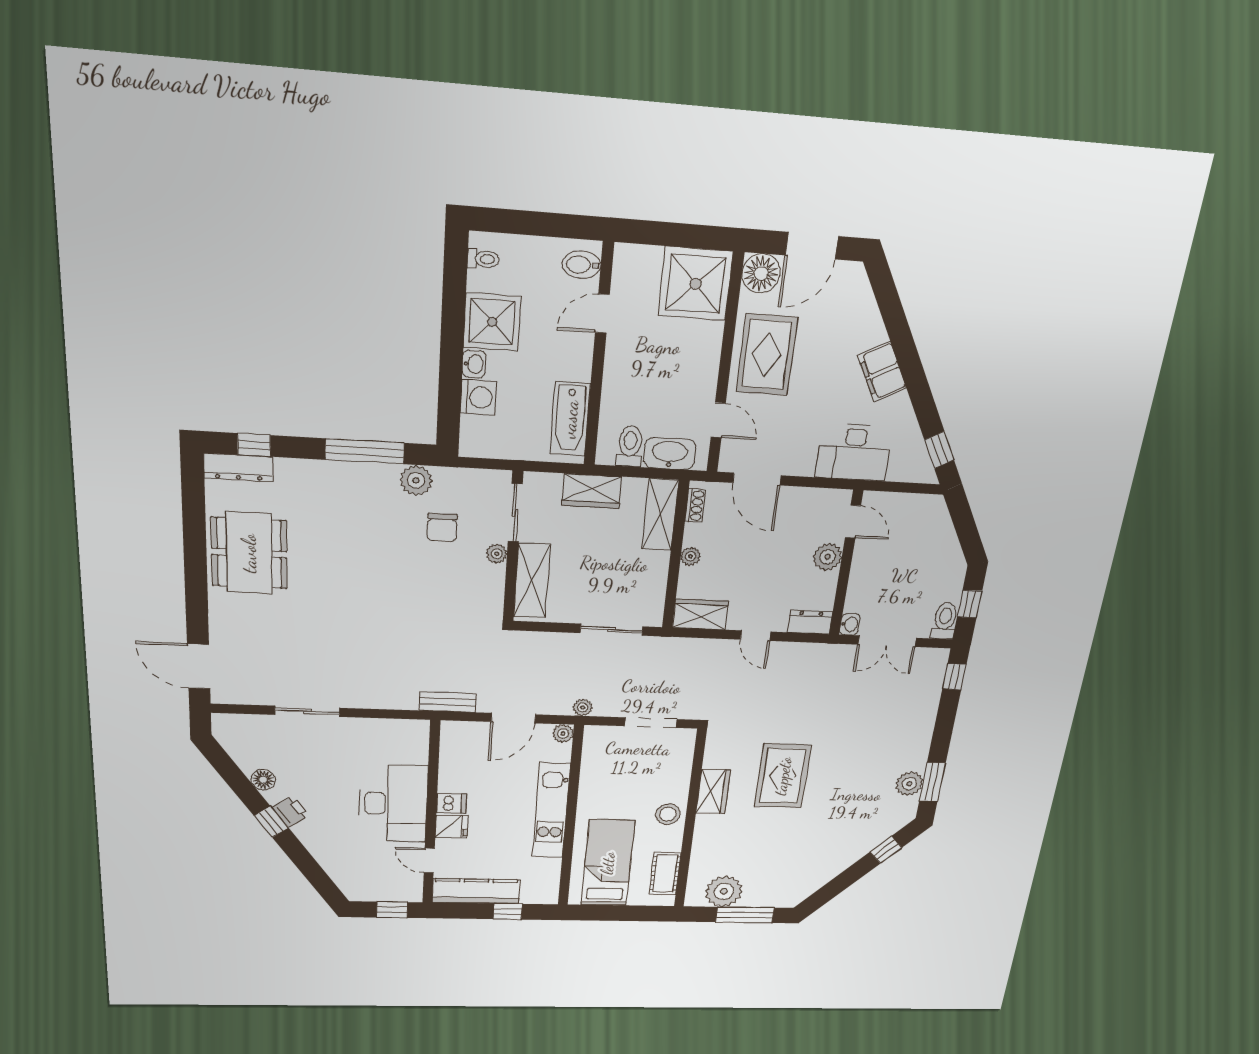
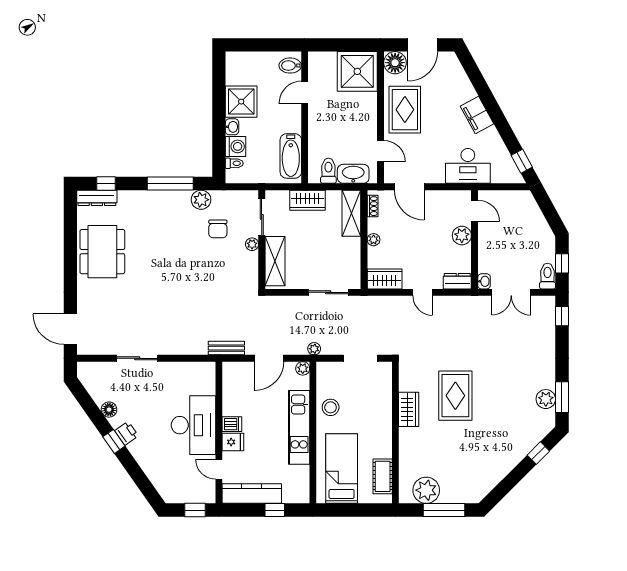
toilet: (483, 259) -> (234, 163), moved
stool: (668, 814) -> (331, 407), moved

